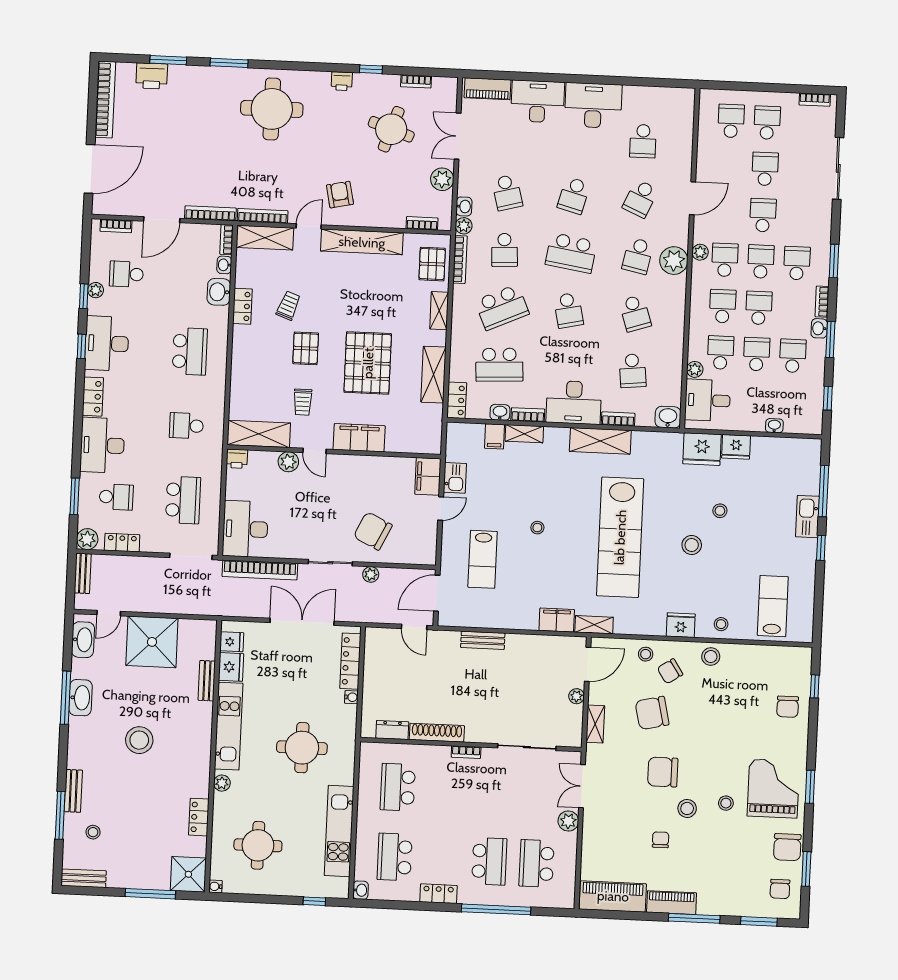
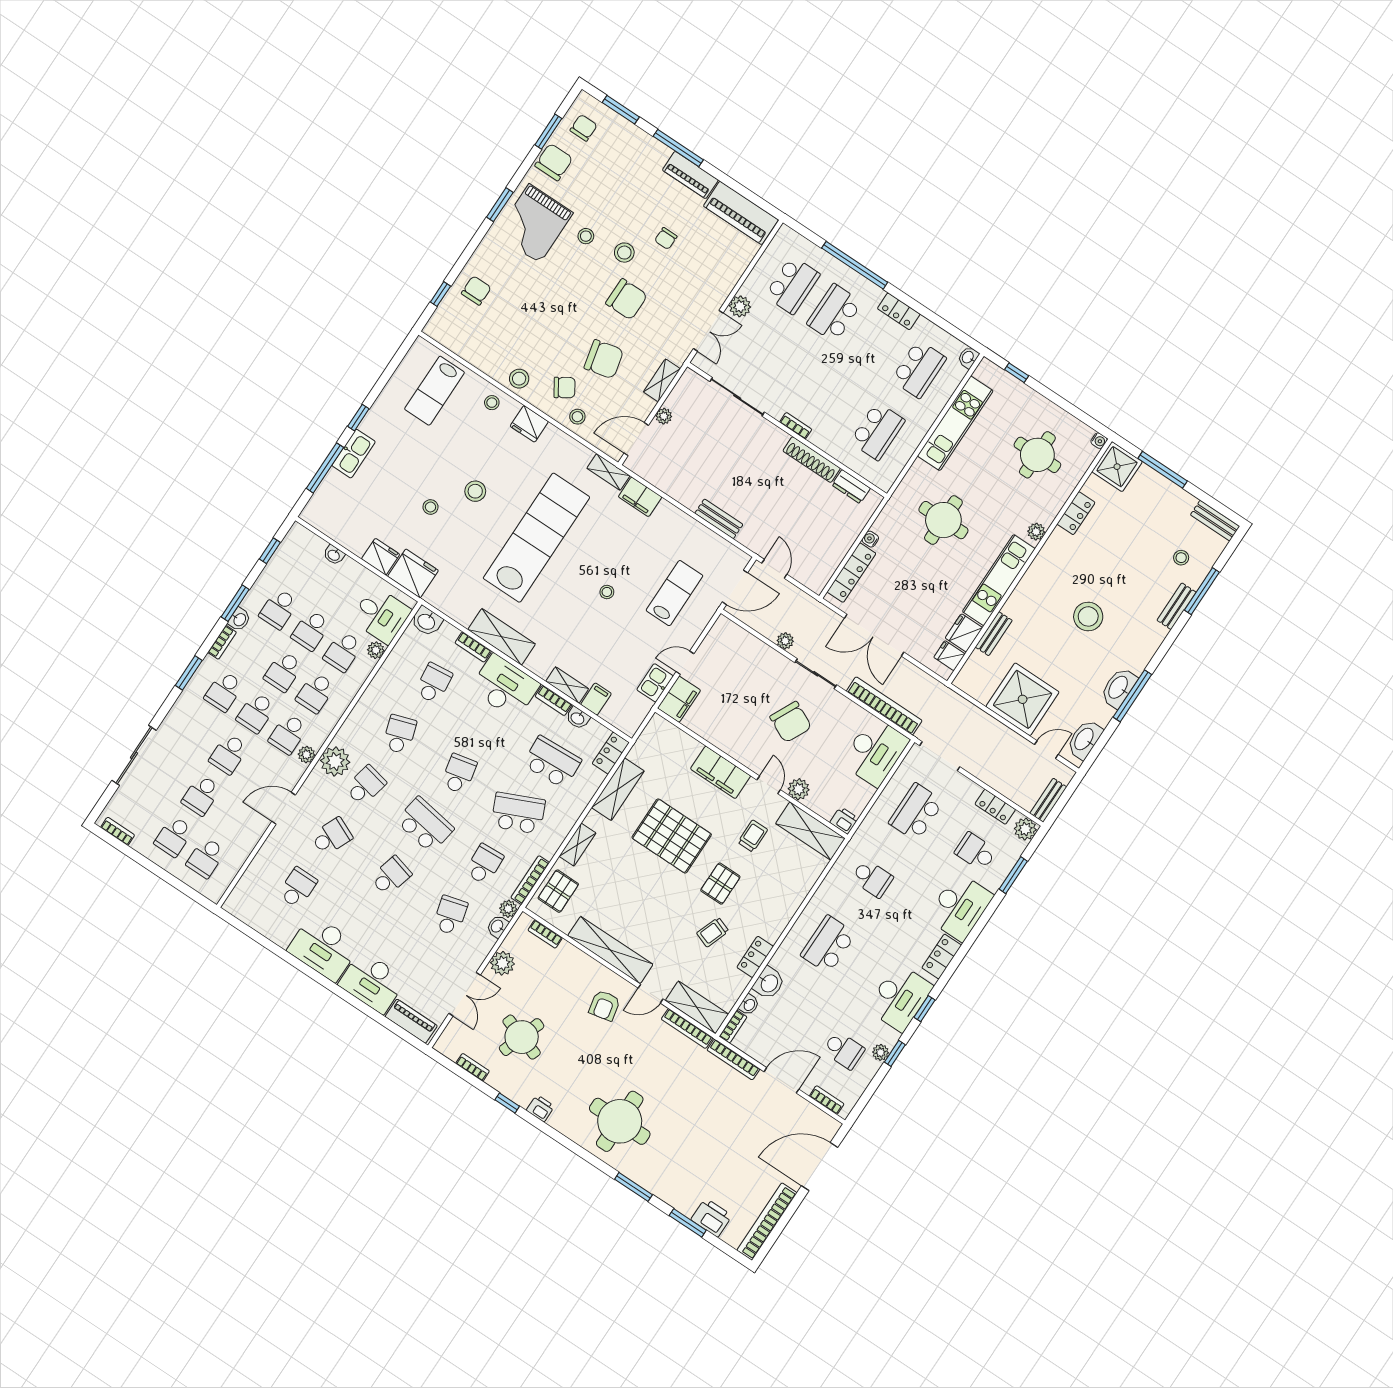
pallet: (368, 363) -> (672, 836), turned 90
chair: (373, 531) -> (791, 722), moved

